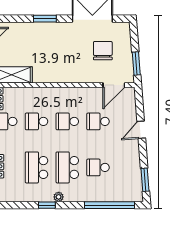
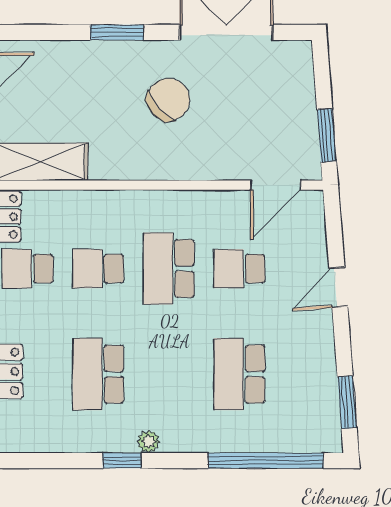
chair: (103, 51) -> (168, 100), moved, turned 48
school desk: (67, 121) -> (169, 269), width x1.85
school desk: (67, 167) -> (169, 374), removed
school desk: (98, 167) -> (239, 374), width x1.85

